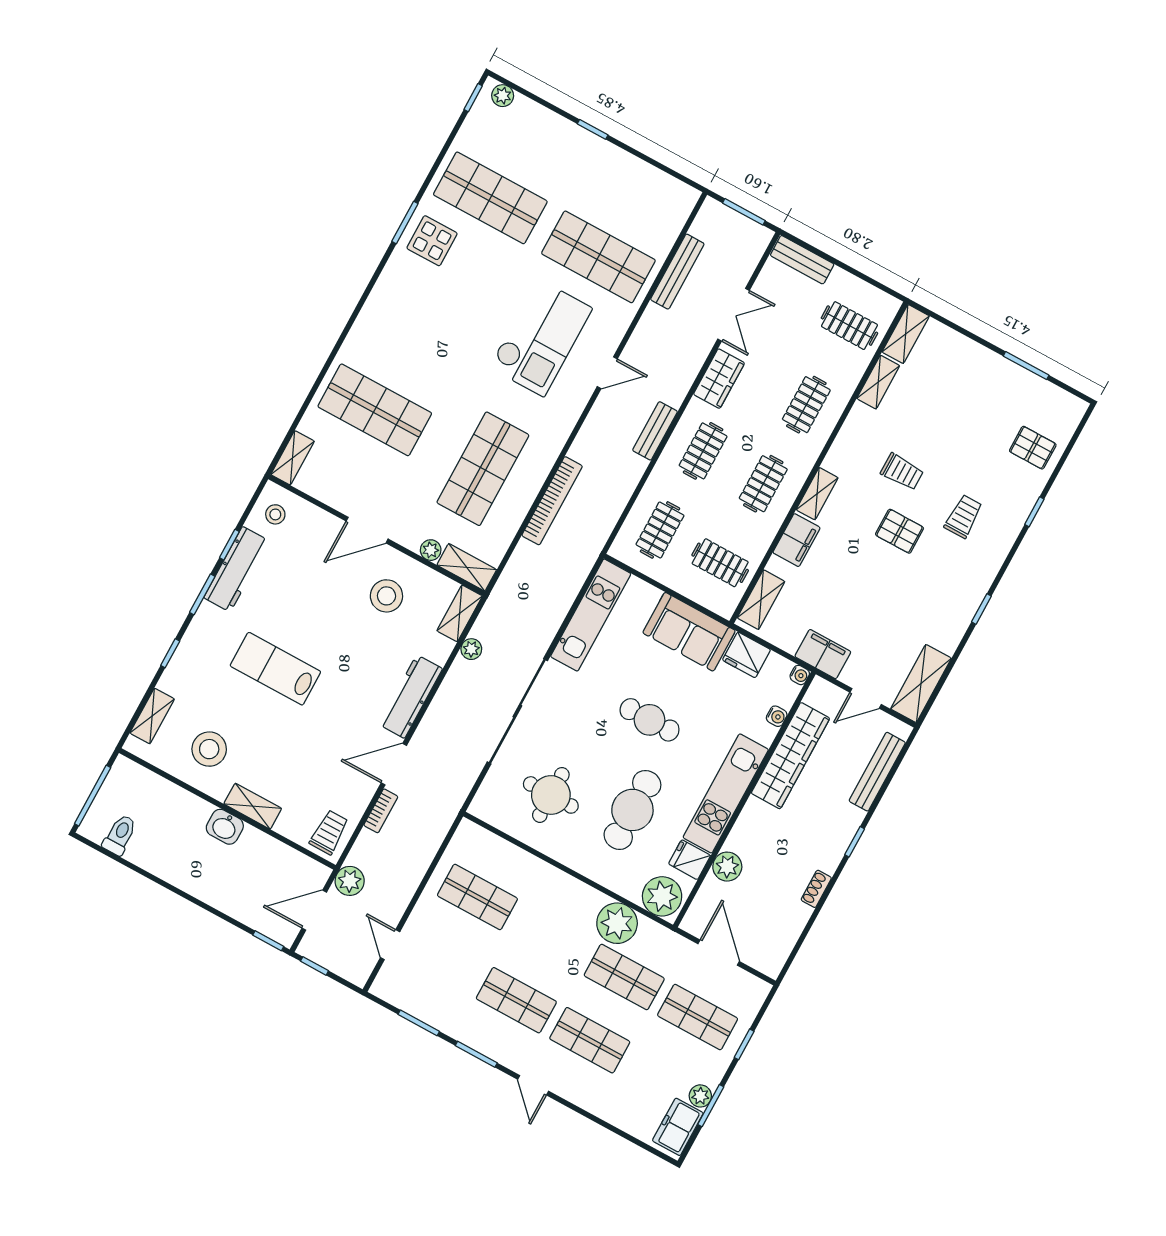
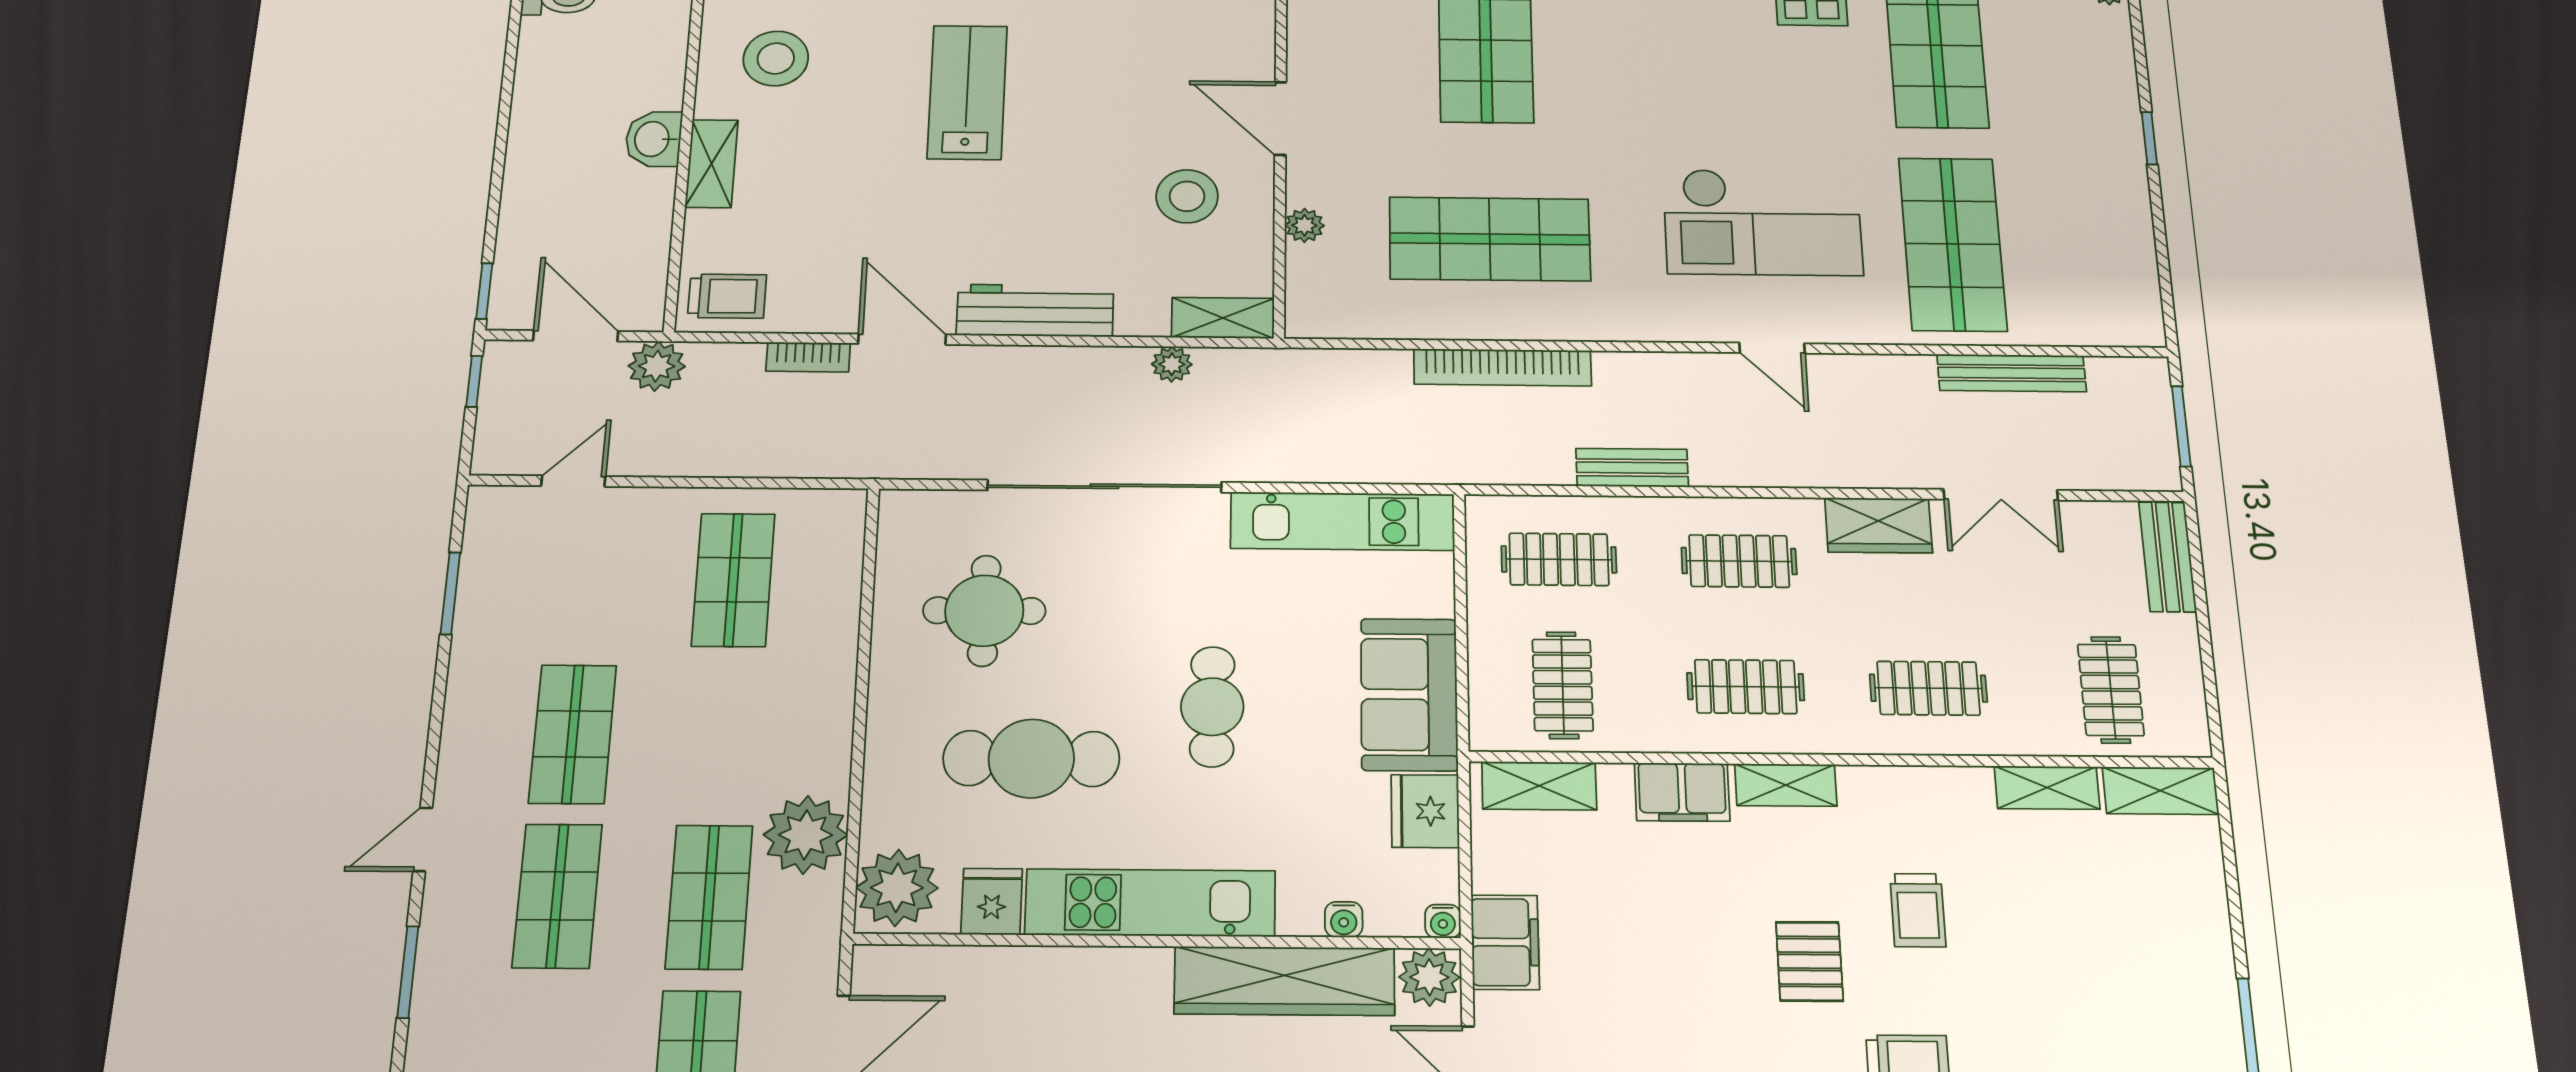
bench: (655, 431) -> (1632, 468), moved
shelving: (467, 567) -> (1308, 292), removed
plant: (727, 867) -> (1429, 977), moved
window: (476, 1054) -> (408, 972), moved

